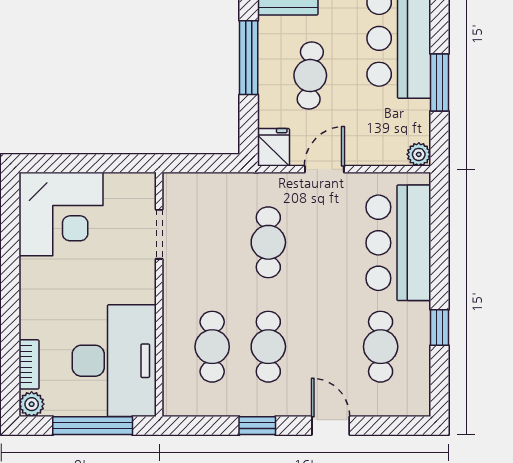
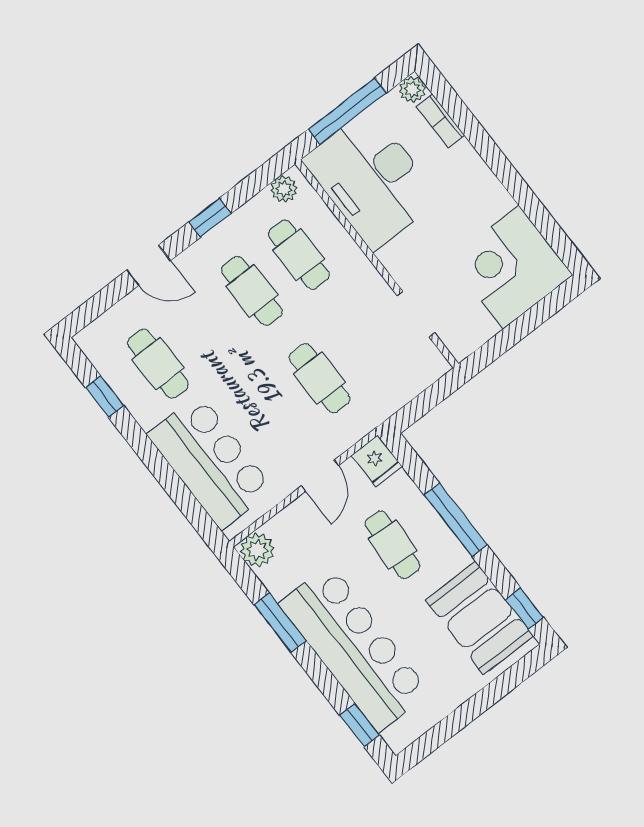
plant: (419, 154) -> (257, 550), width x1.38, depth x1.38
window: (440, 327) -> (105, 397), moved
plant: (185, 404) -> (284, 189), added

